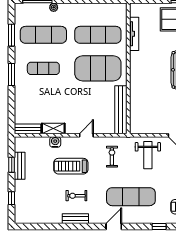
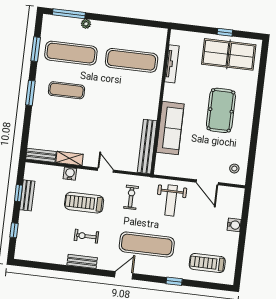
exercise mat: (98, 68) -> (127, 98), removed
sofa: (139, 91) -> (170, 128), added
door: (86, 135) -> (105, 170), hinge flipped

